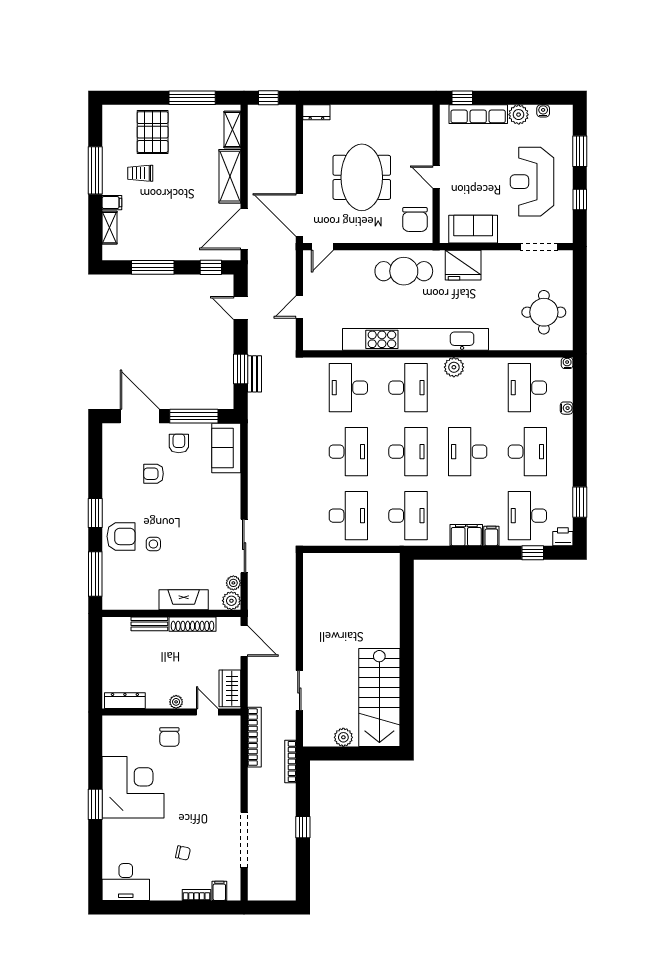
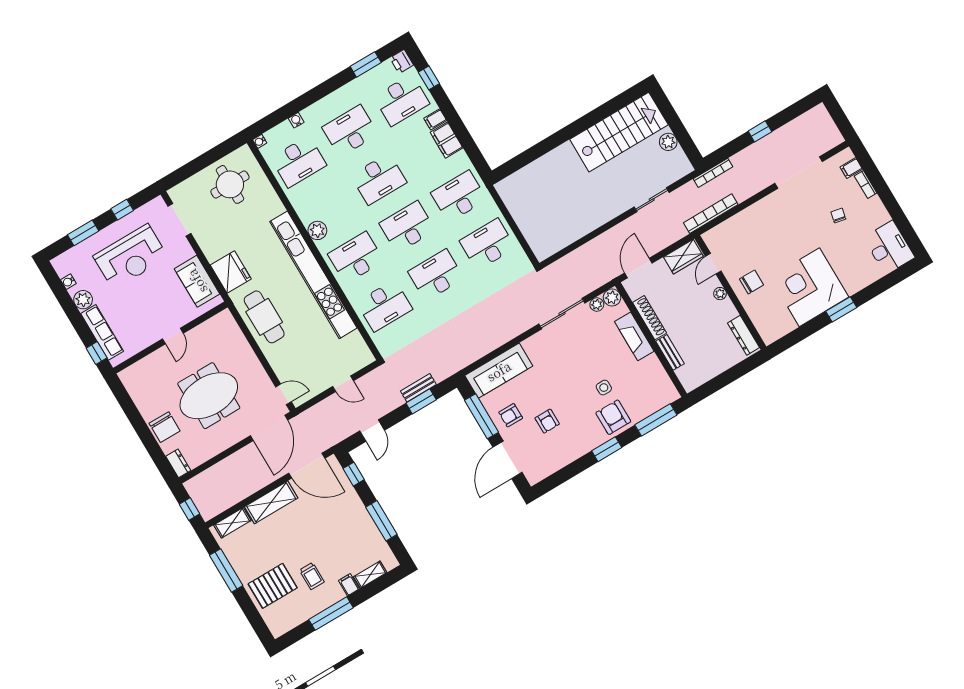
chair: (415, 219) -> (165, 427), moved, turned 90
sofa: (226, 448) -> (499, 371), width x1.36

